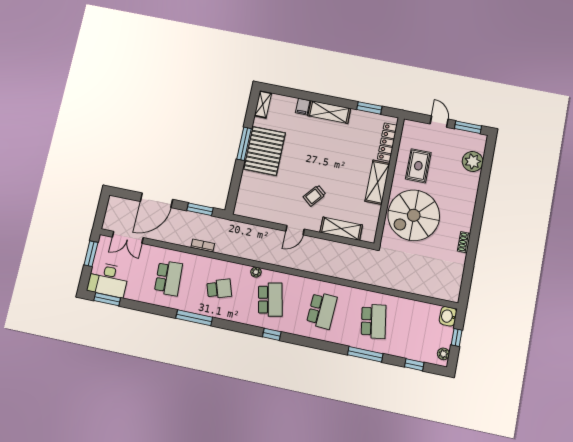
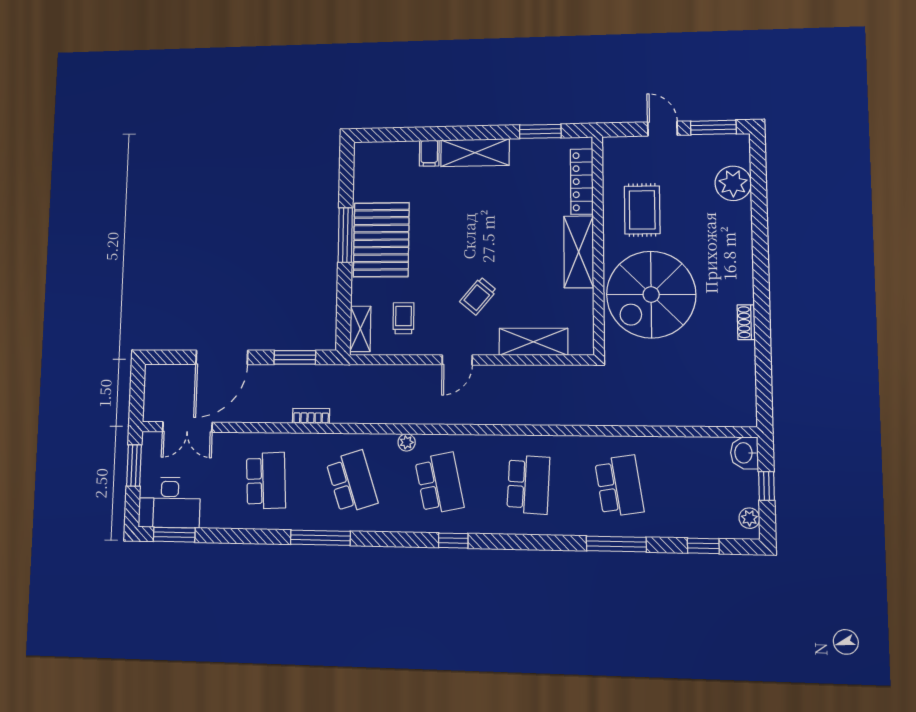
shelving: (263, 104) -> (360, 329), moved
trolley: (269, 200) -> (403, 318), added
school desk: (219, 289) -> (352, 482), width x1.85

